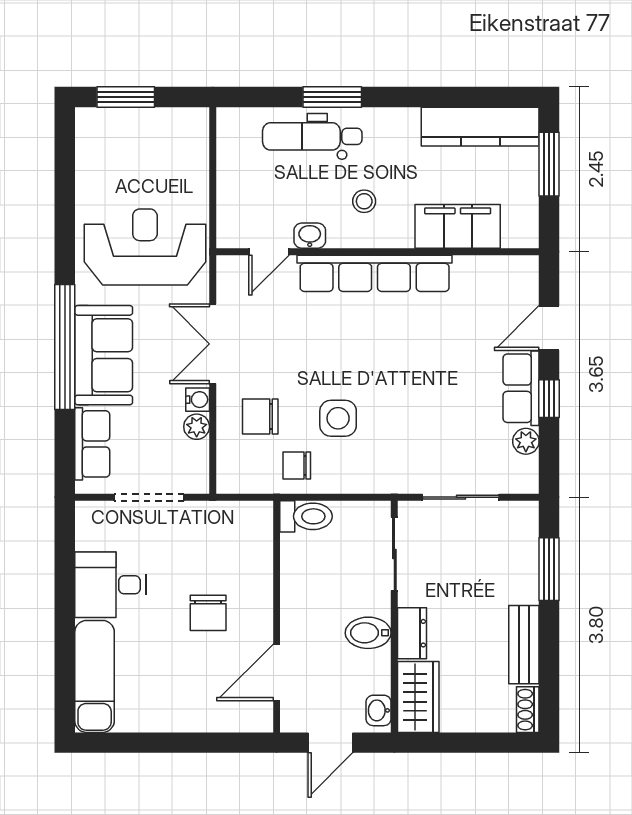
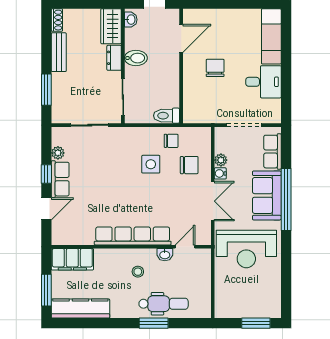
filing cabinet: (458, 226) -> (72, 259), moved

